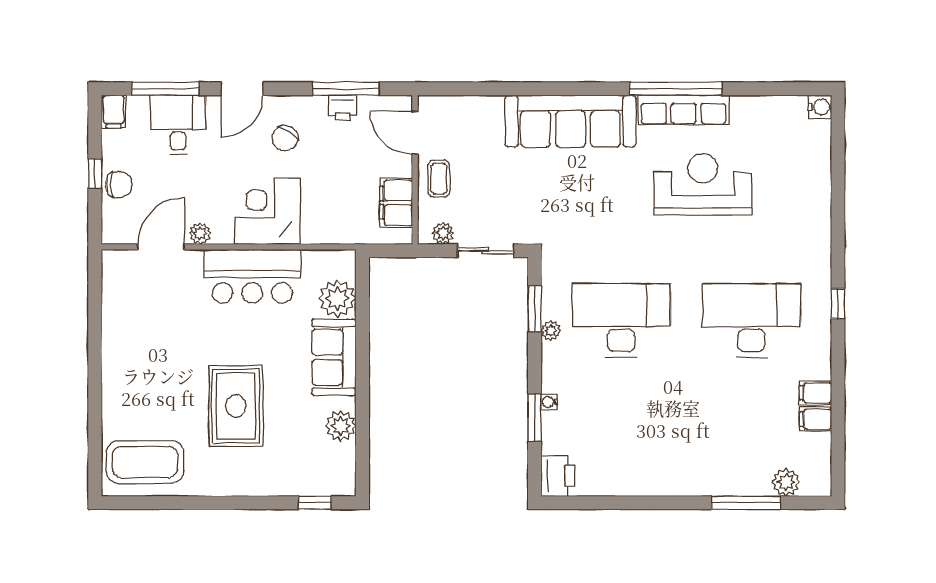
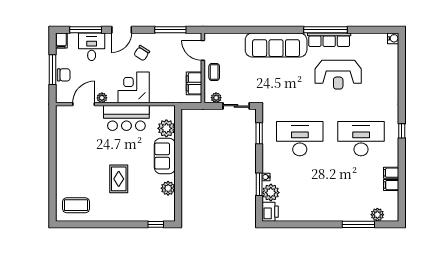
printer: (343, 108) -> (169, 39), removed
window: (95, 174) -> (52, 70), width x2.17
reception desk: (703, 184) -> (338, 75), turned 180
plant: (551, 331) -> (271, 193), moved, width x1.88, depth x1.88
rug: (236, 406) -> (119, 179), width x0.73, depth x0.70
coffee table: (145, 462) -> (76, 205), width x0.73, depth x0.76

